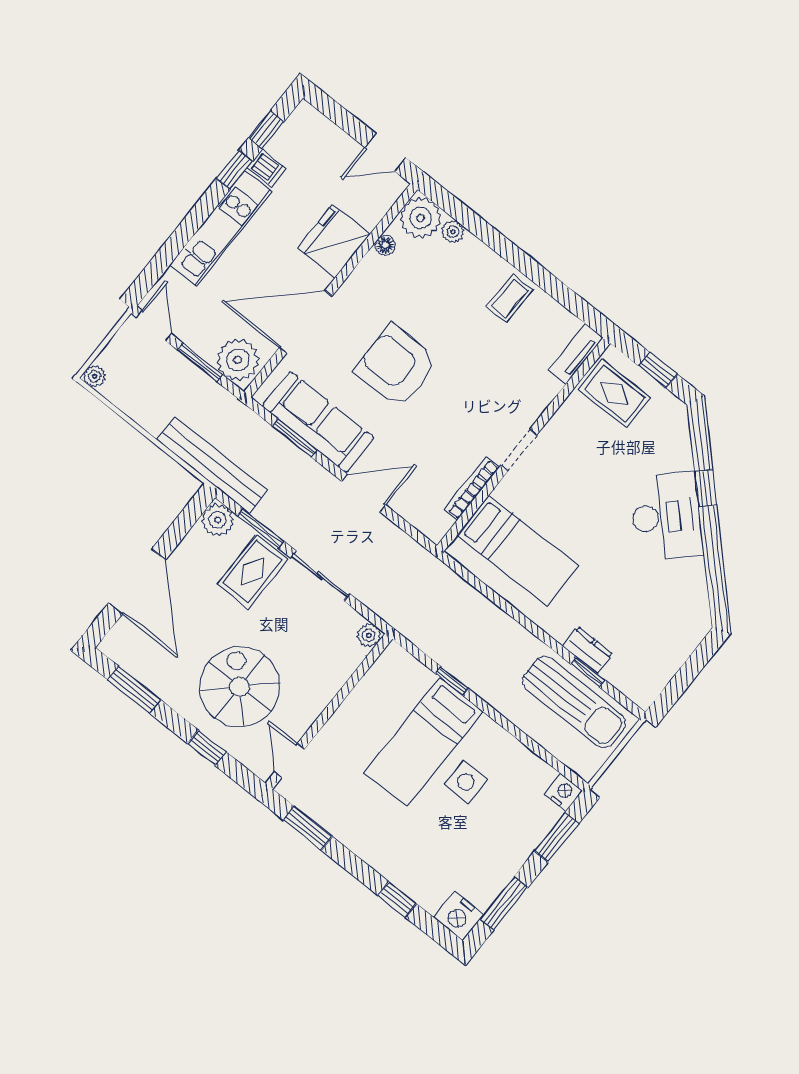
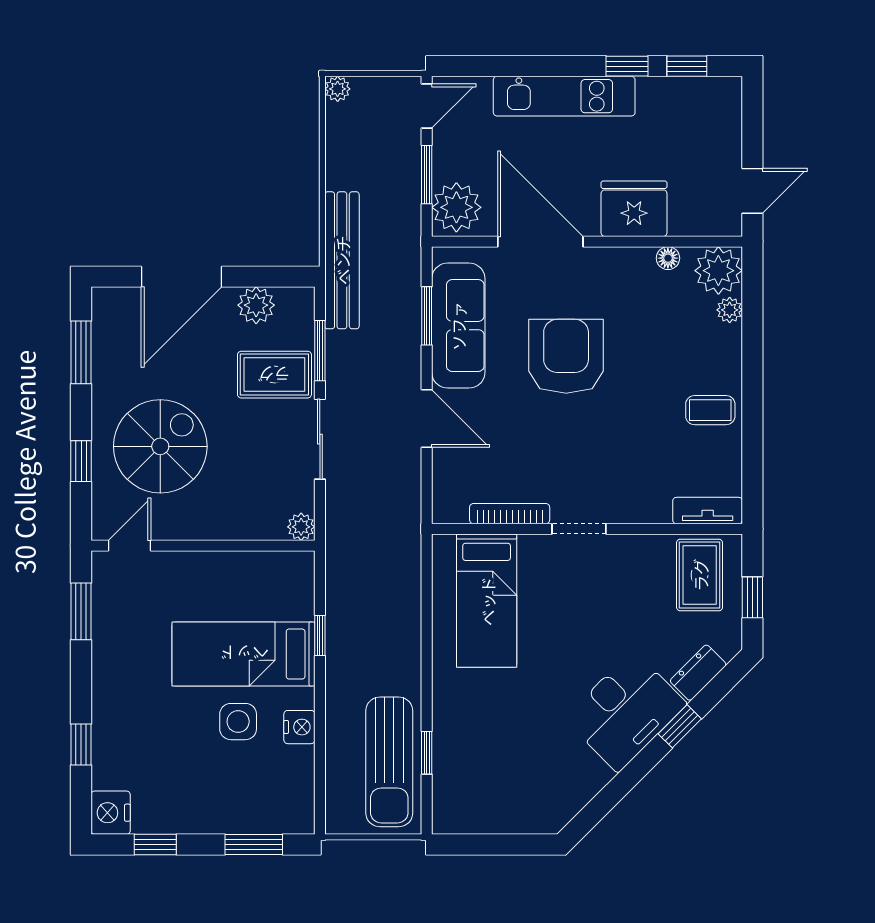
door: (385, 153) -> (752, 191), swing flipped
dishwasher: (267, 168) -> (652, 94), removed
plant: (218, 520) -> (256, 305), moved
dresser: (588, 650) -> (698, 673), moved, turned -135
nightstand: (563, 792) -> (299, 727), moved
window: (504, 903) -> (155, 845), width x0.67

